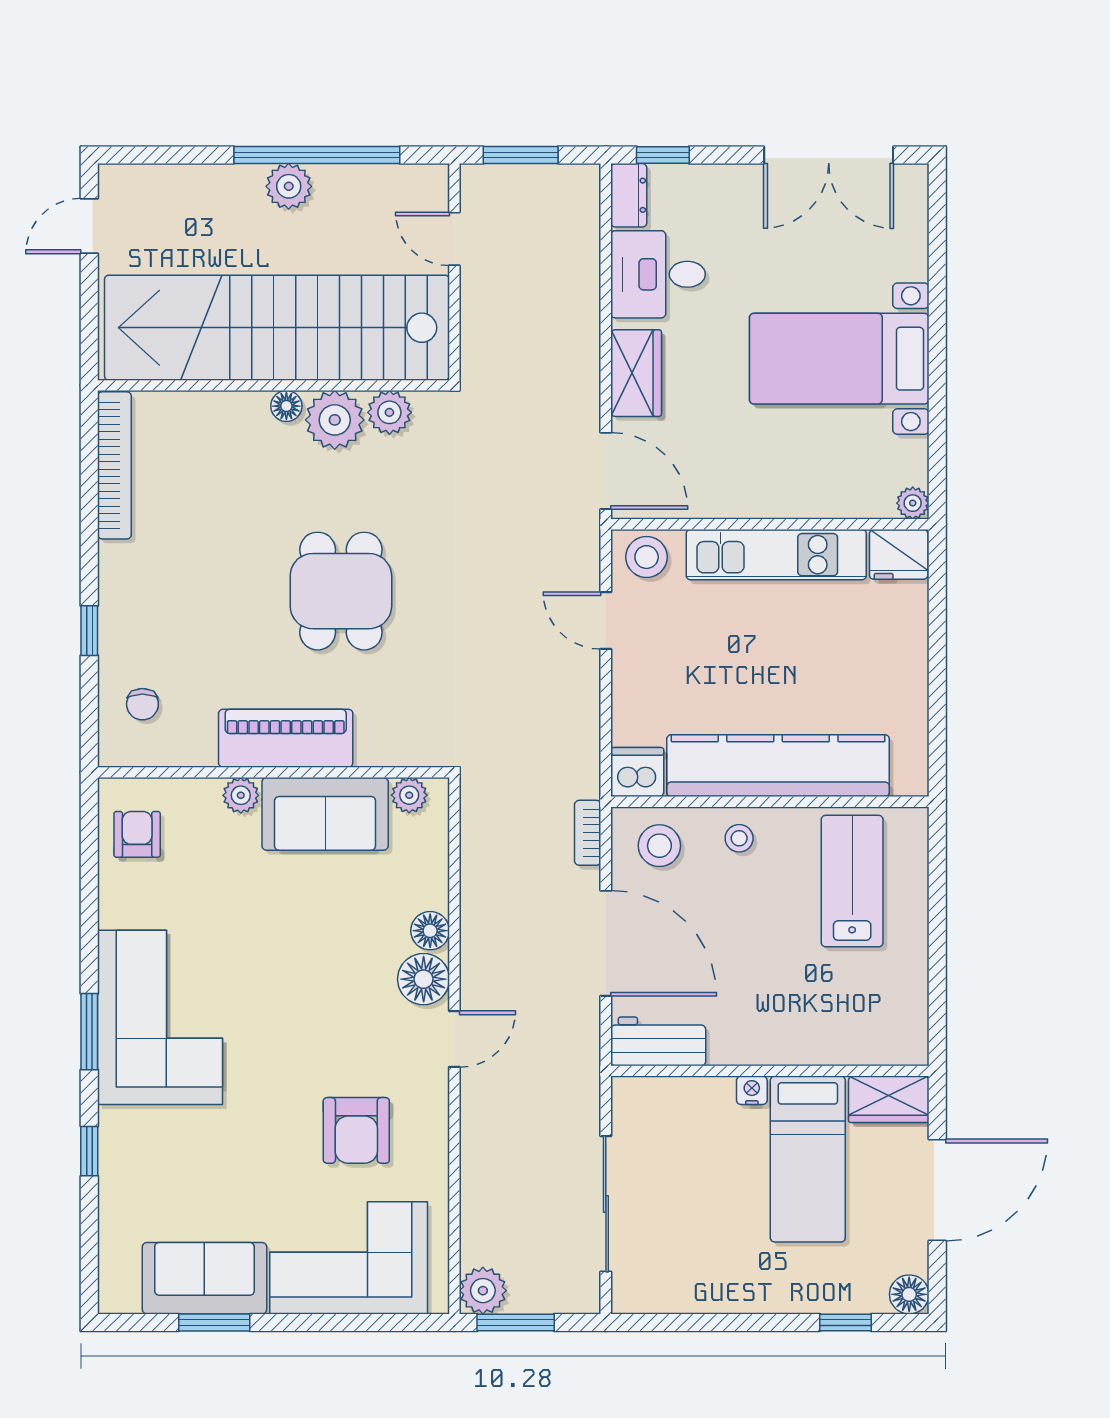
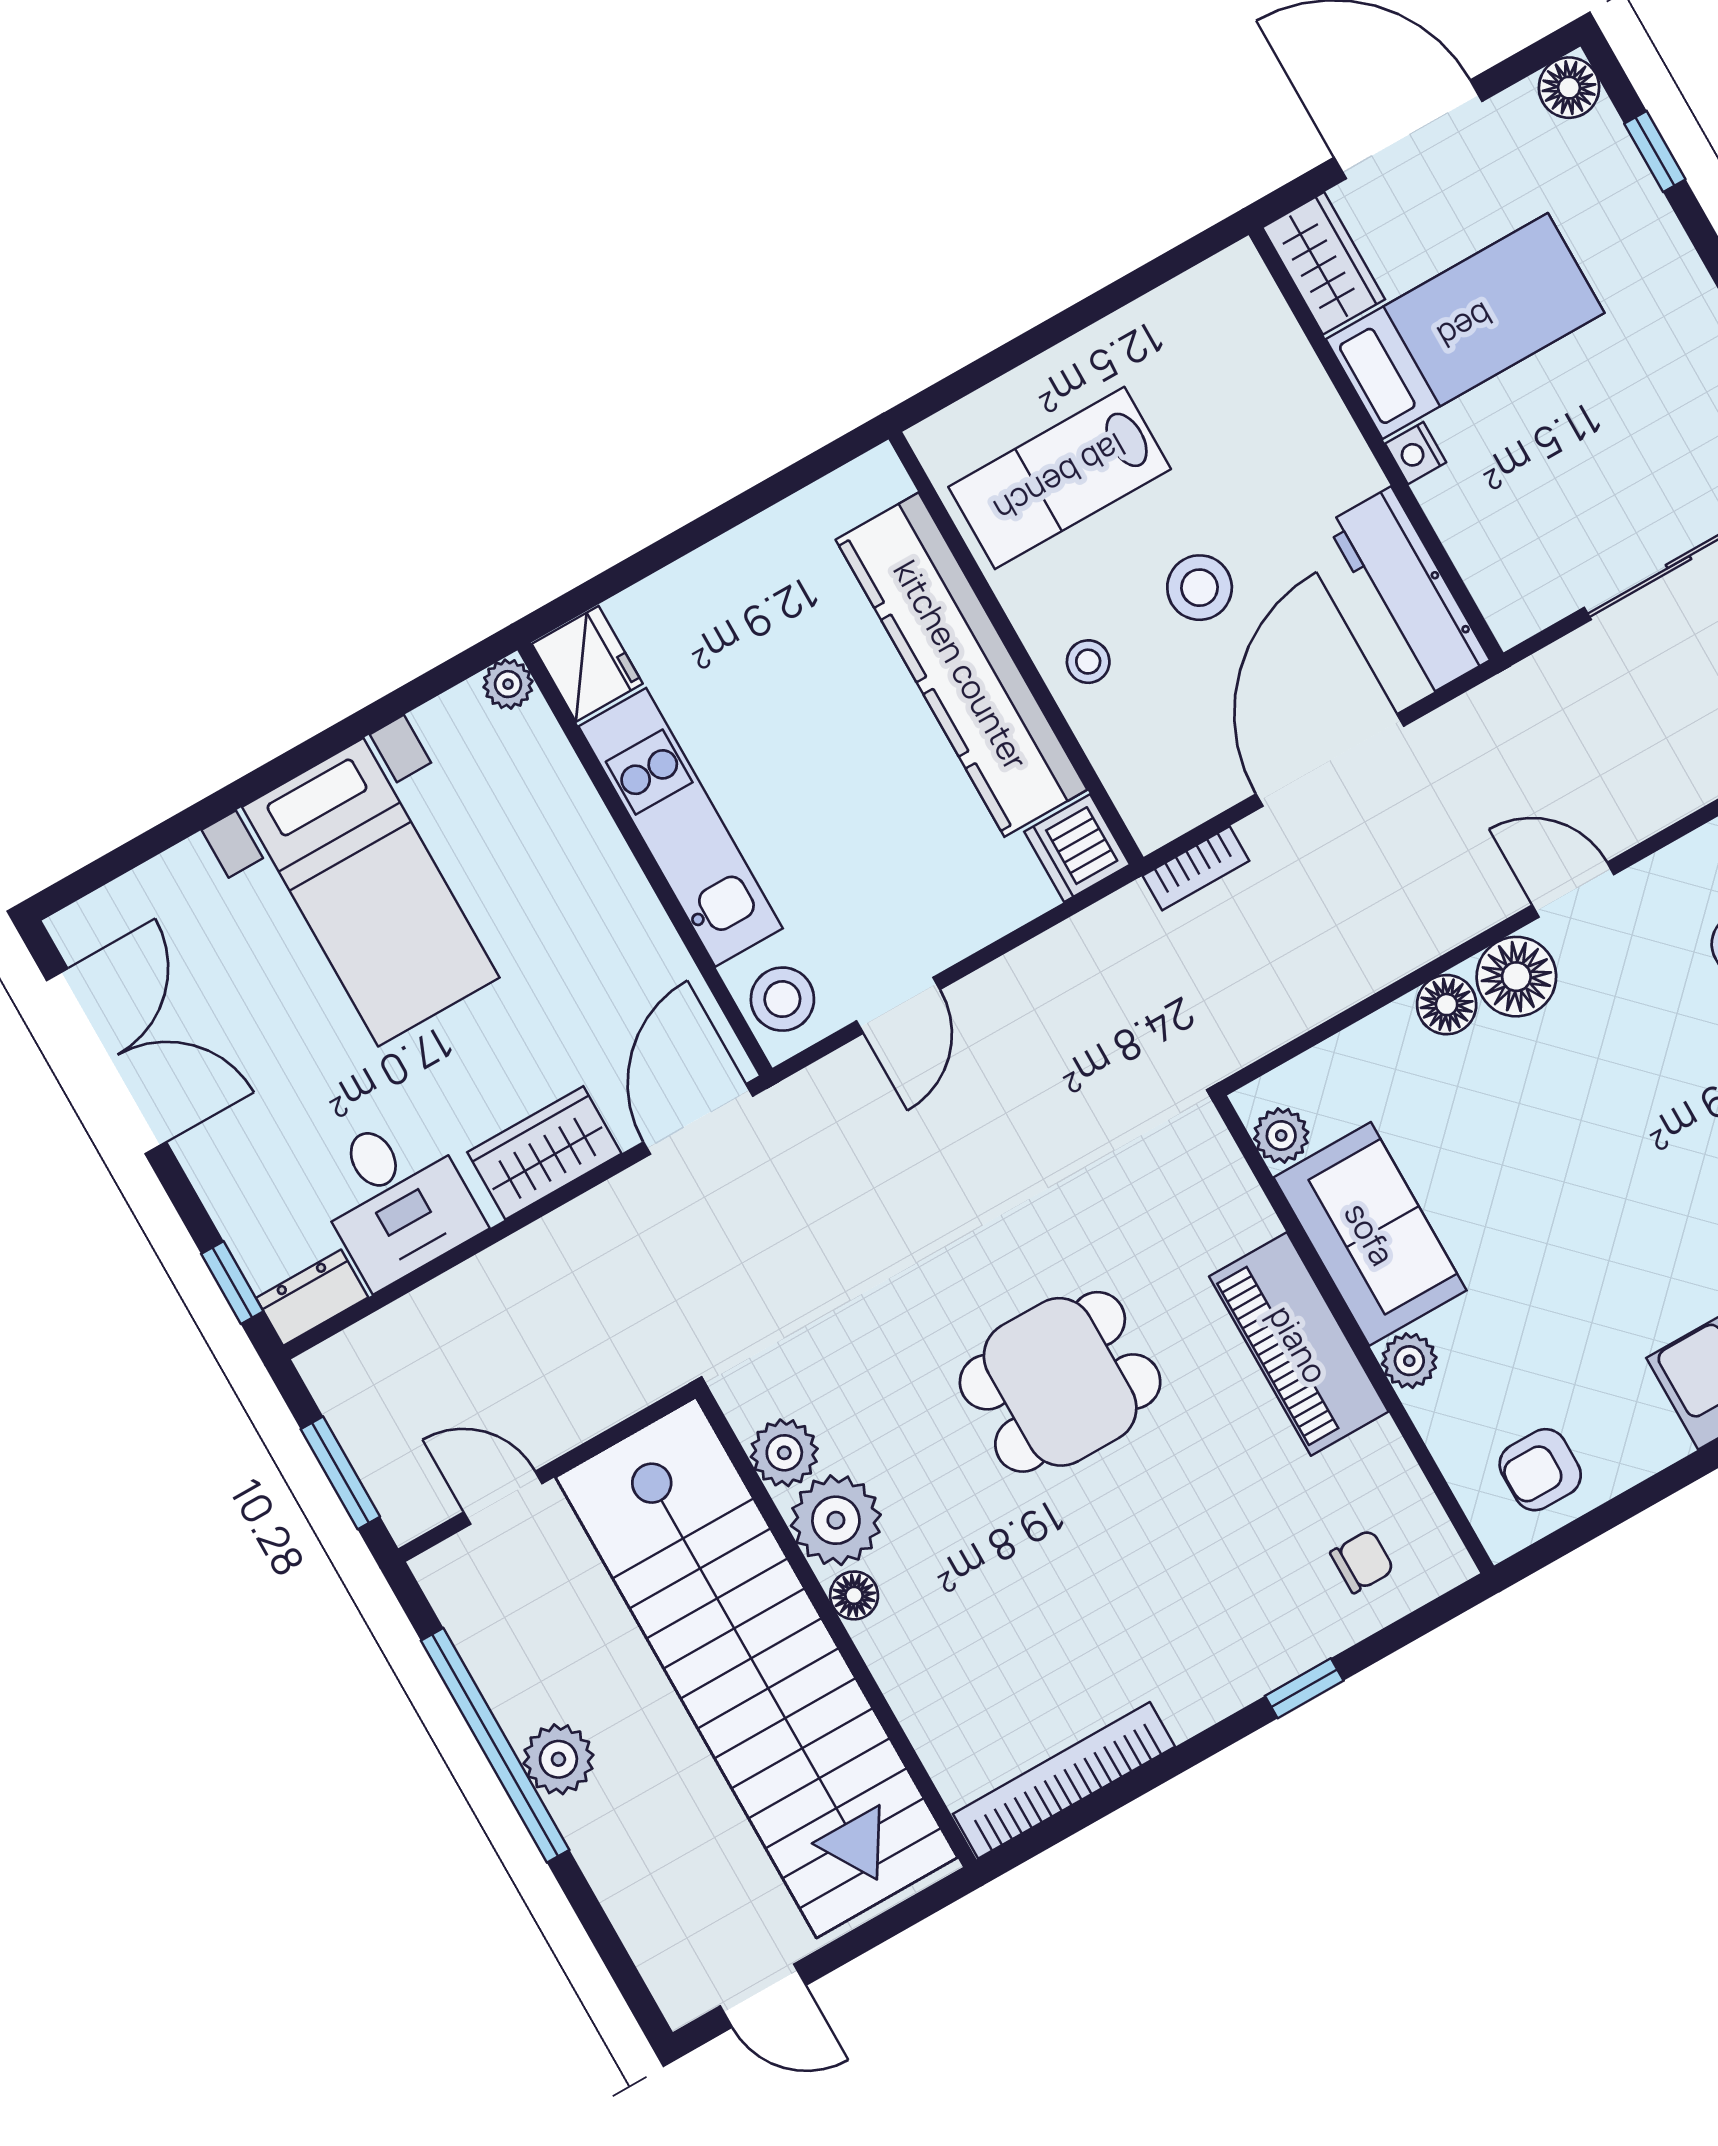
door: (454, 239) -> (503, 1498), swing flipped
stool: (659, 846) -> (1200, 588), moved
workbench: (658, 1041) -> (1408, 592), width x1.38

